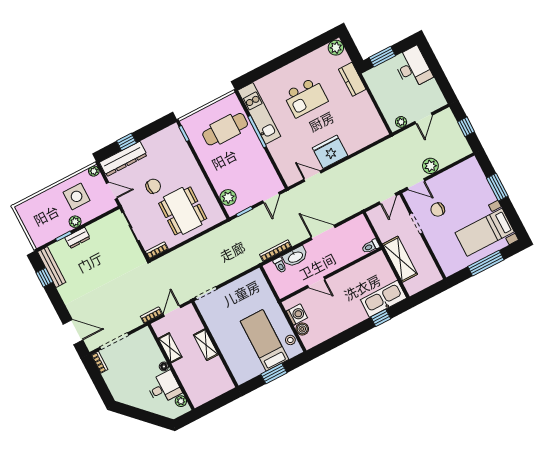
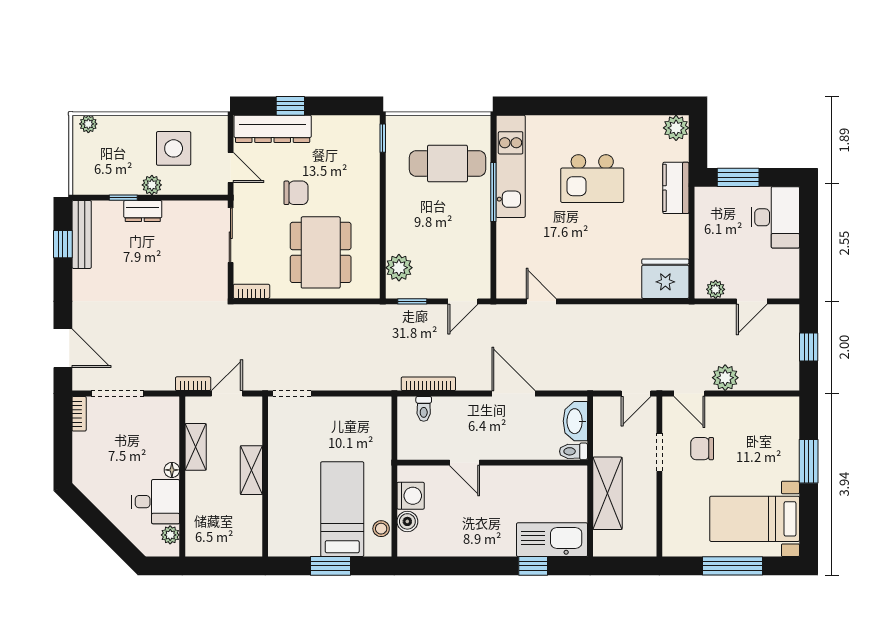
fridge: (330, 152) -> (665, 279), moved
plant: (94, 171) -> (88, 124), moved
washbasin: (295, 257) -> (575, 421), moved, turned 90

